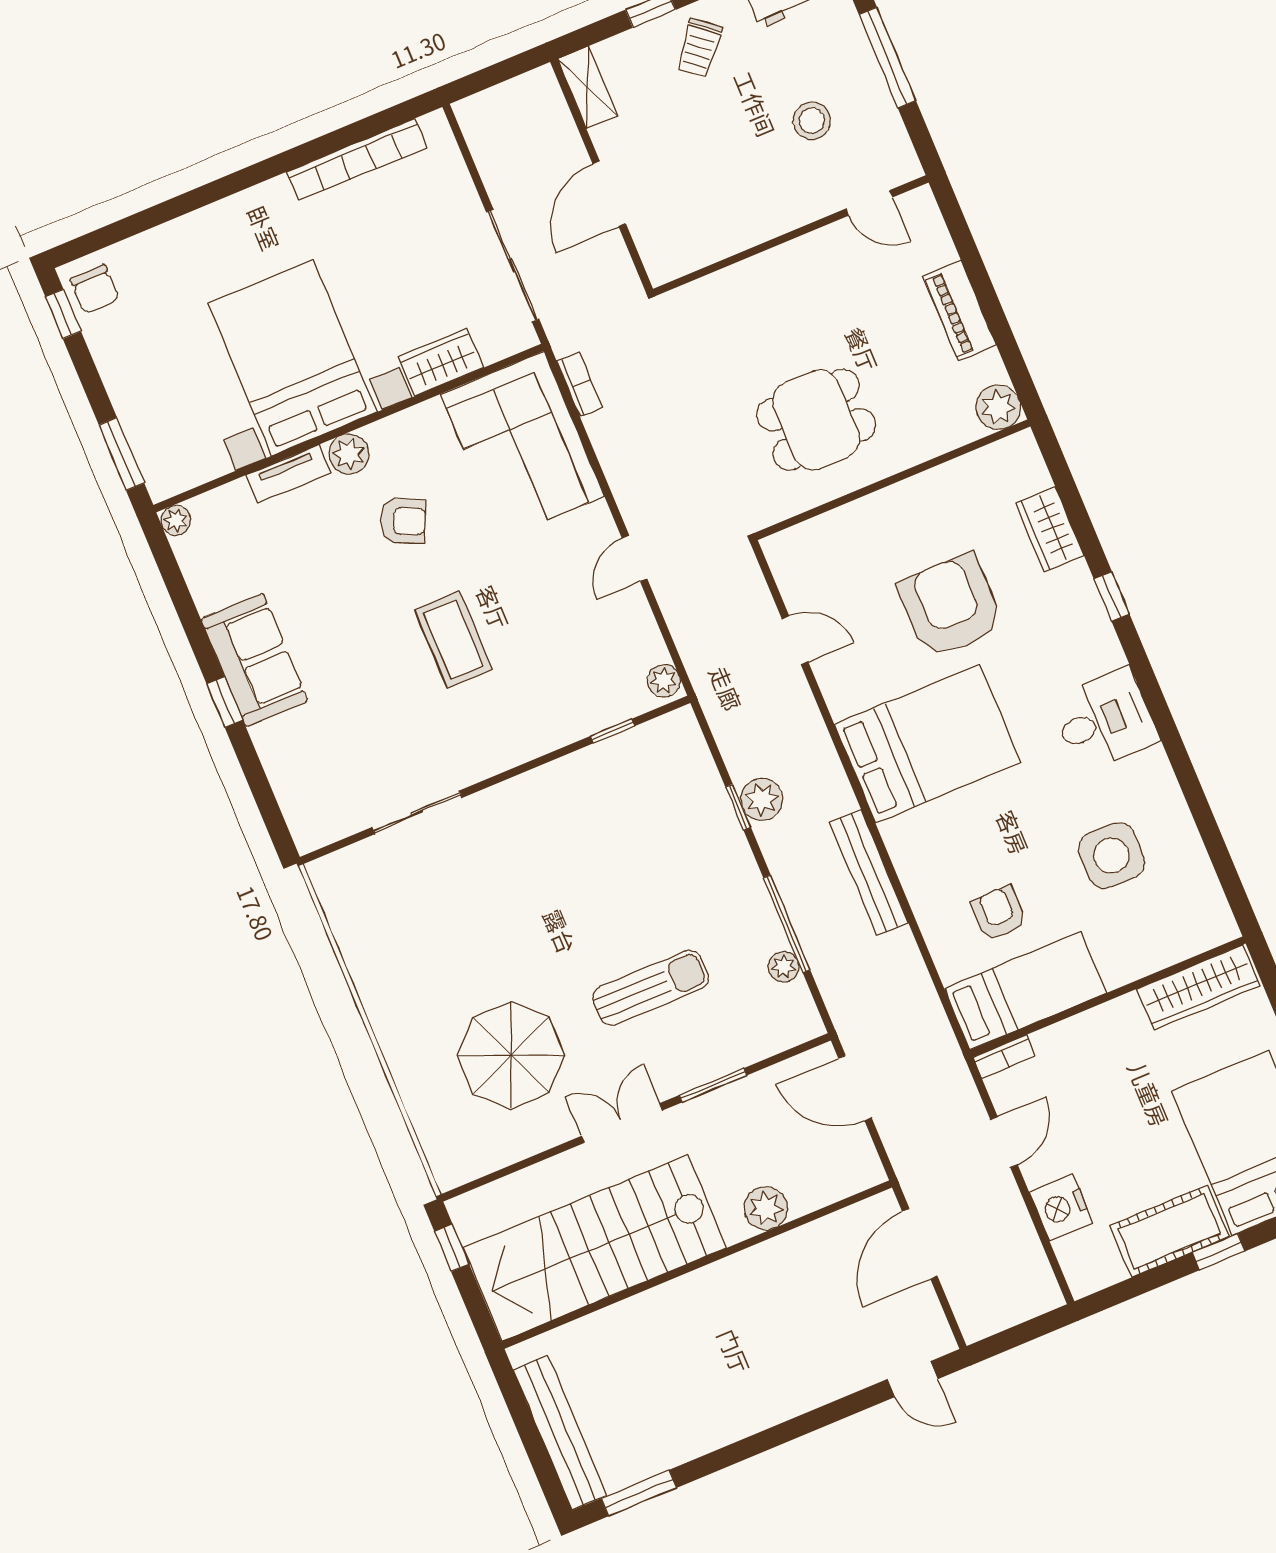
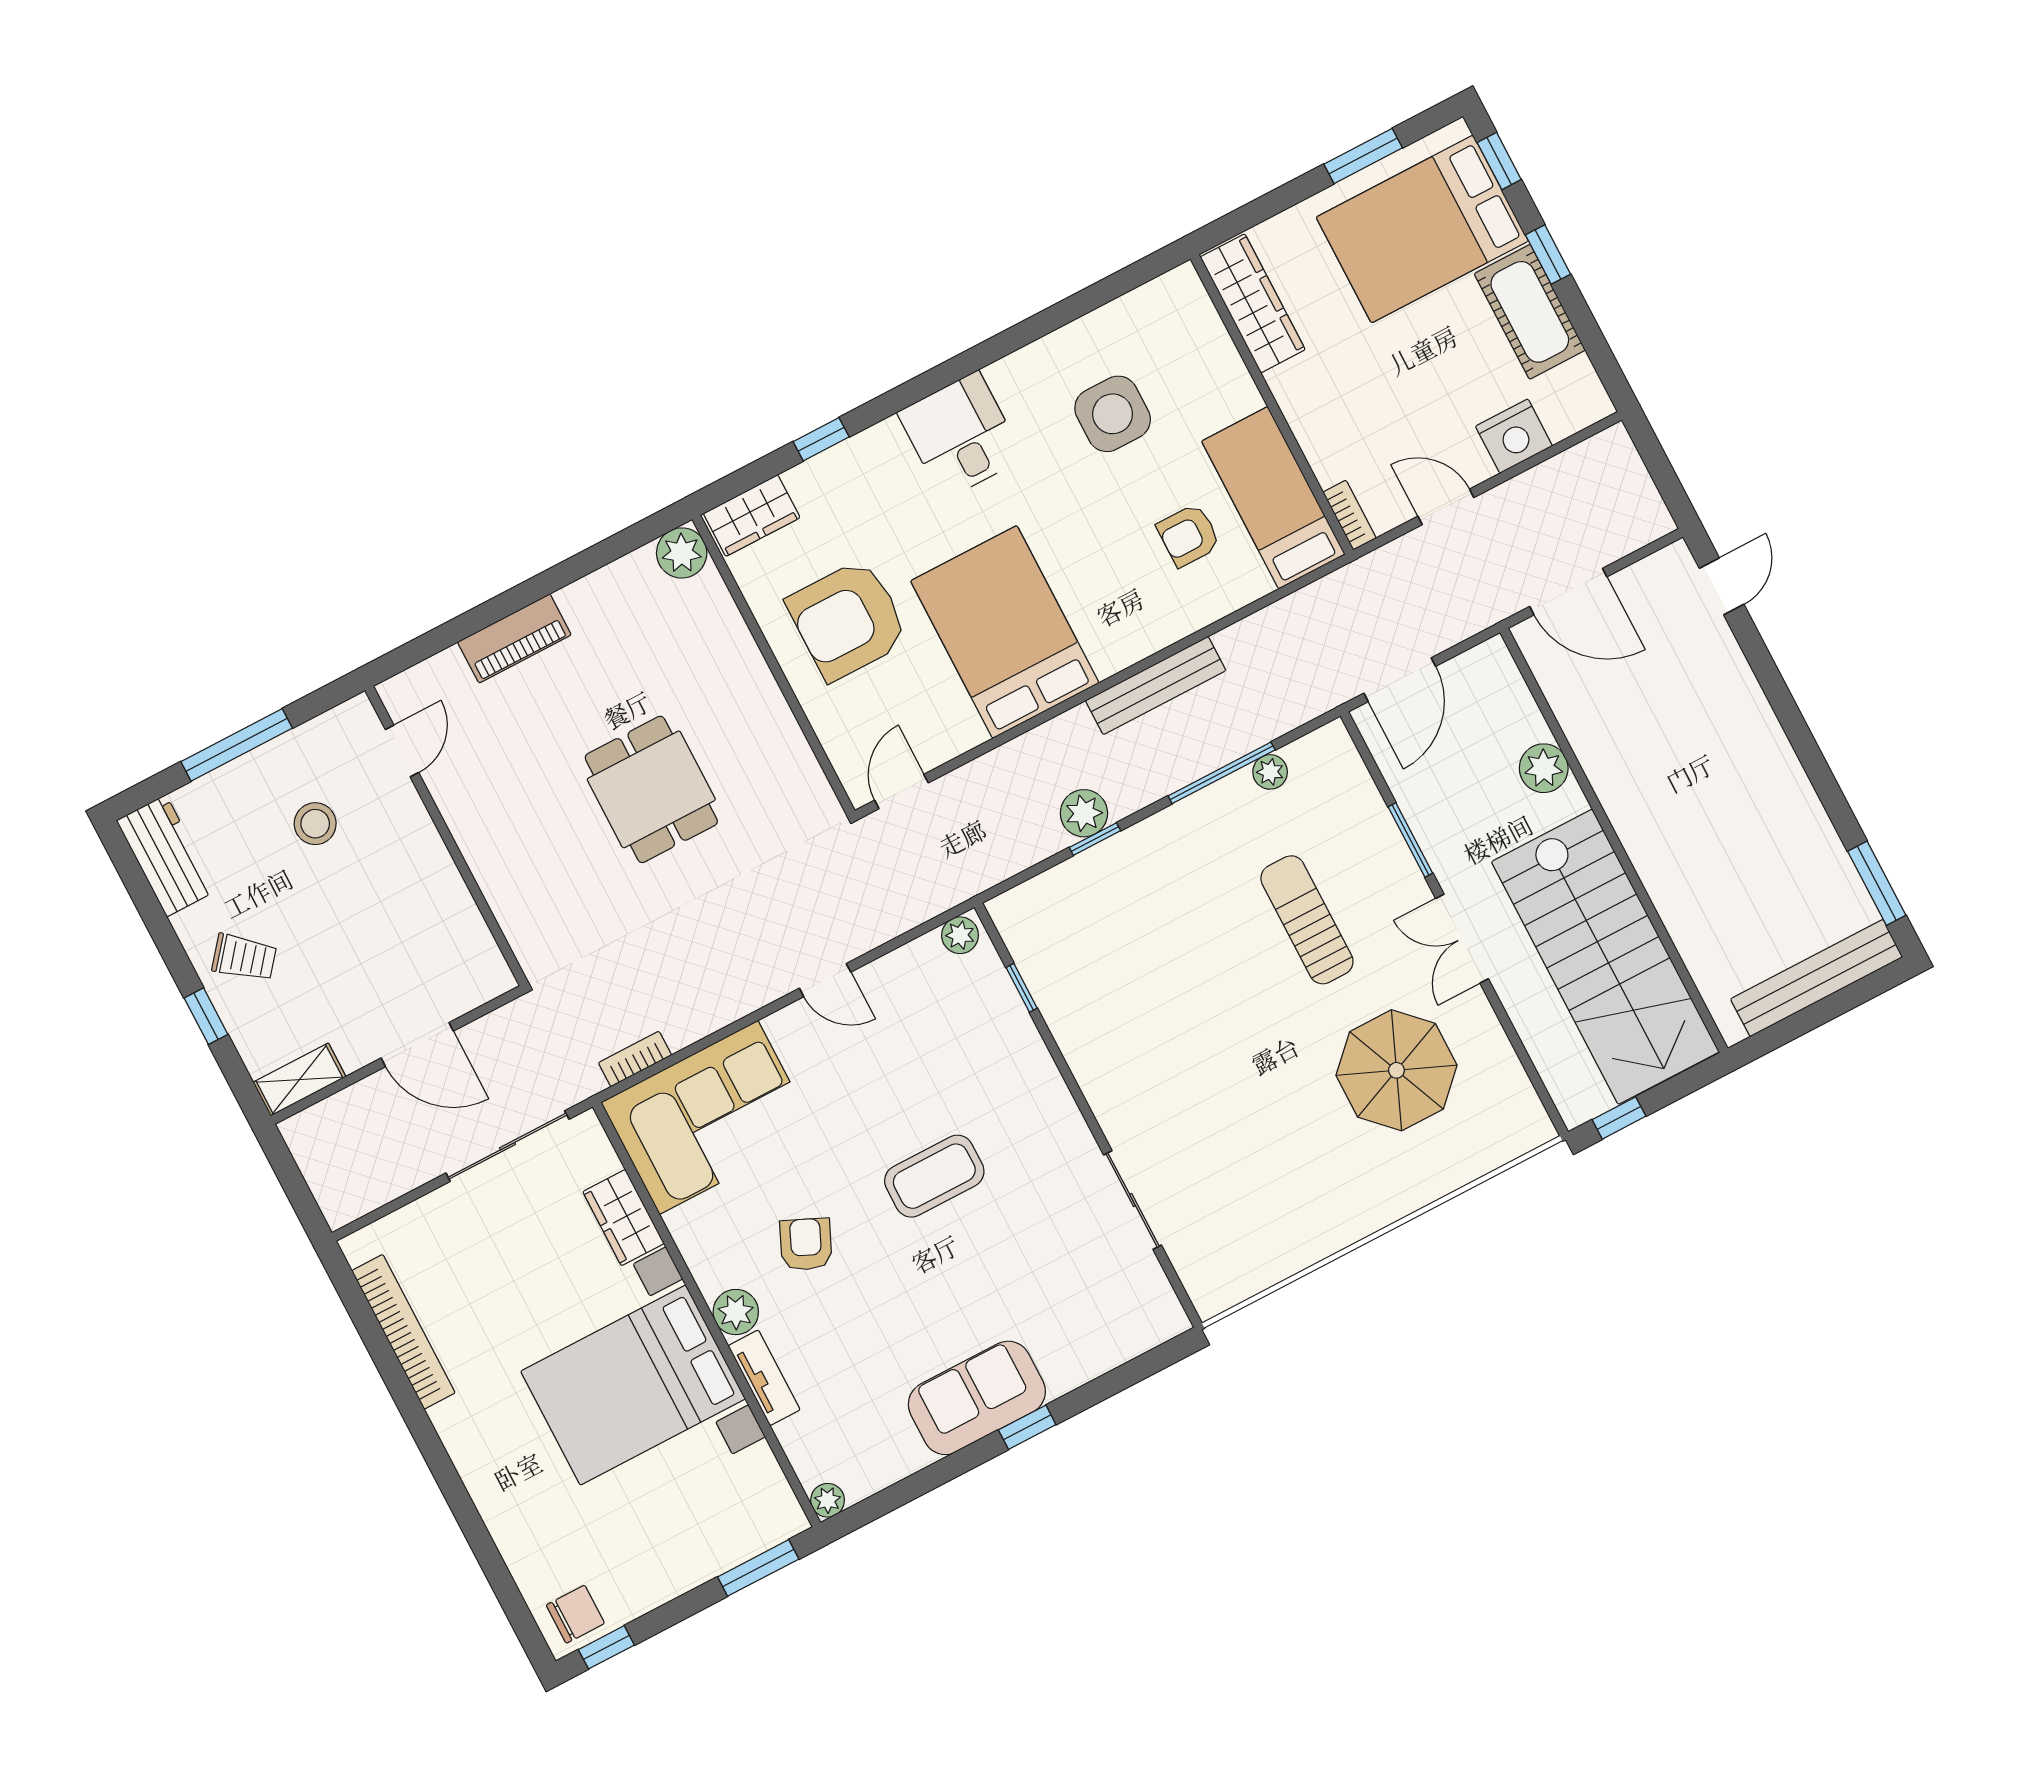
plant: (998, 407) -> (682, 553), moved
wall: (892, 480) -> (774, 665), moved

